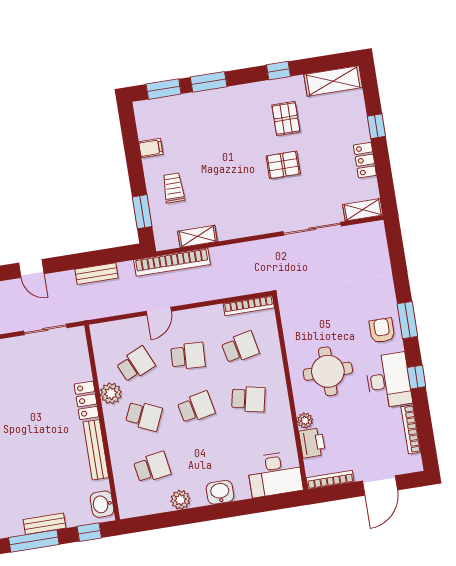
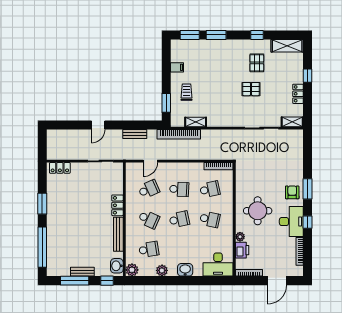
door: (31, 268) -> (98, 125), hinge flipped
door: (159, 311) -> (150, 161), moved
plant: (111, 393) -> (132, 270), moved

